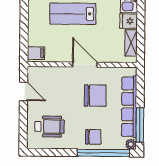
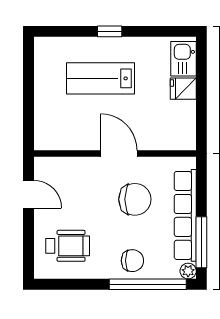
shelving: (131, 43) -> (187, 121), removed
filing cabinet: (36, 53) -> (47, 137), removed

